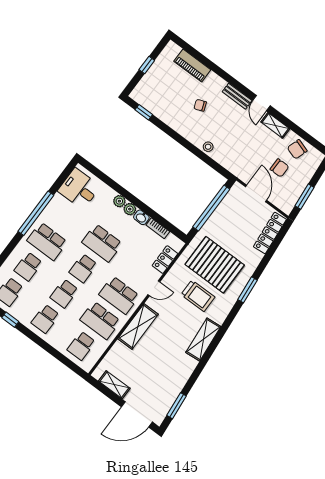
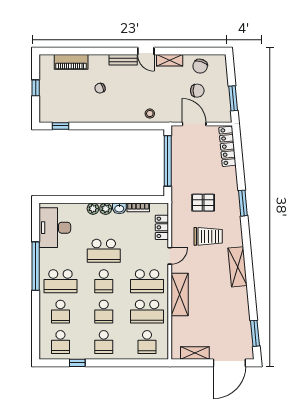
stool: (208, 147) -> (150, 114), moved
desk: (79, 189) -> (55, 228), width x1.37
pallet: (215, 265) -> (203, 203), width x0.49, depth x0.50

